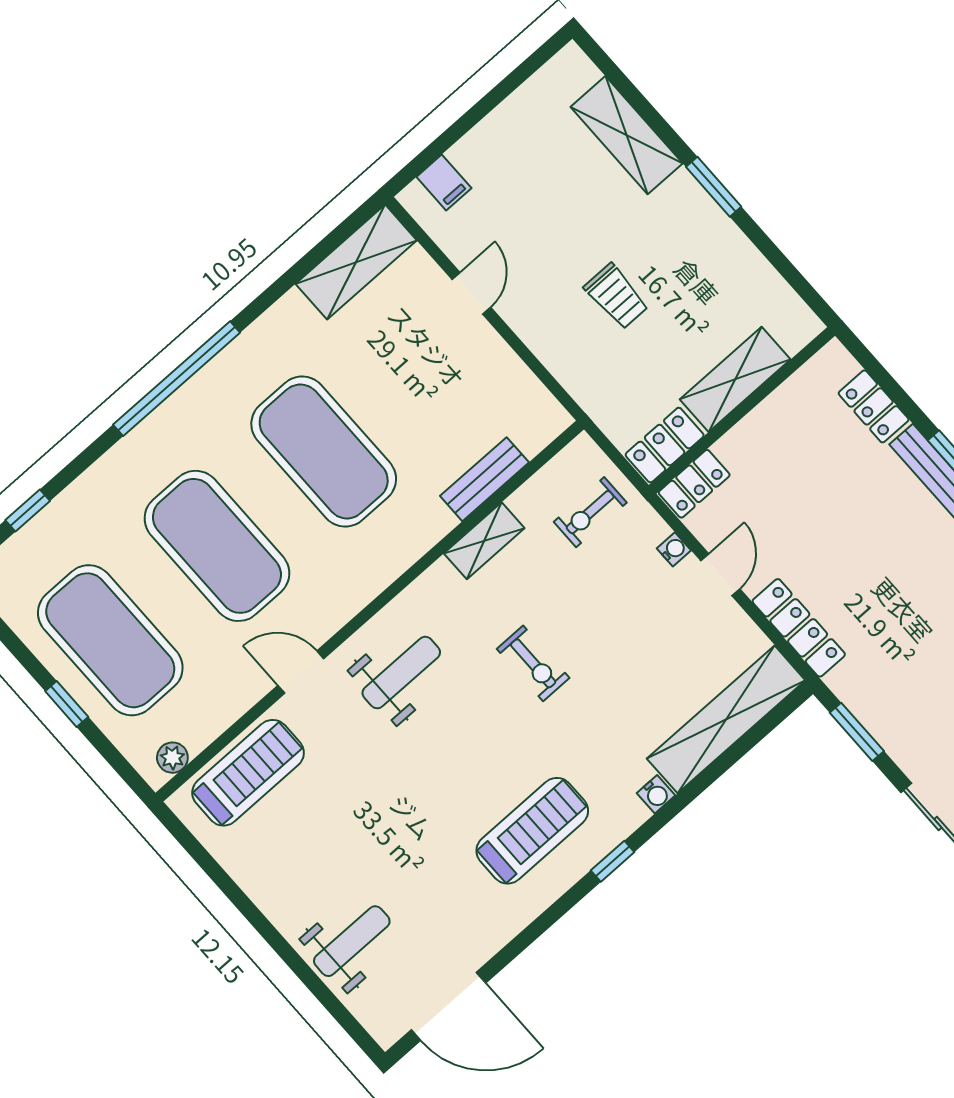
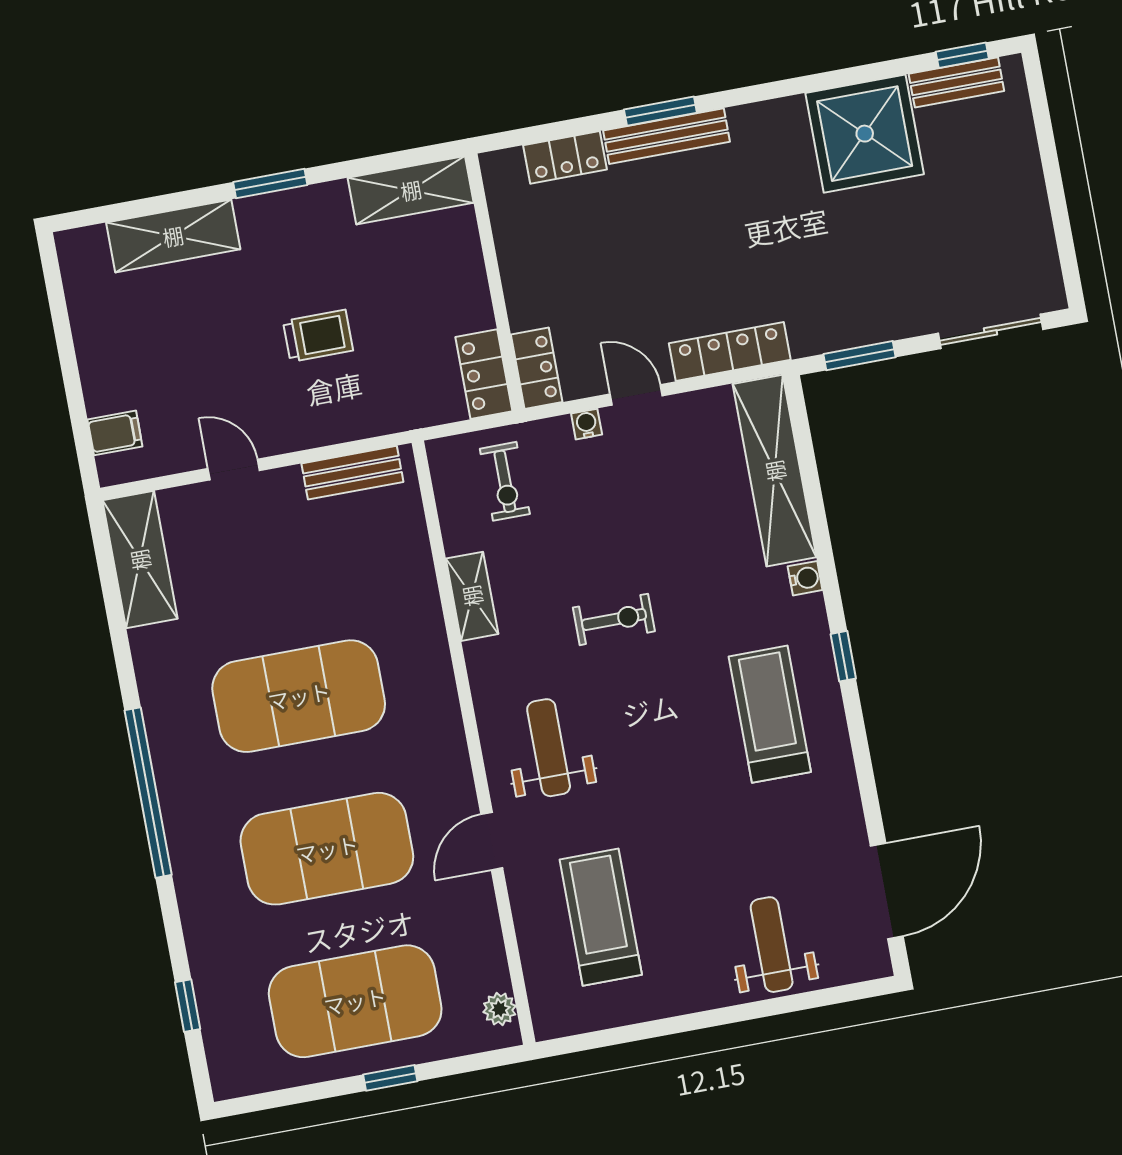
shelving: (735, 379) -> (411, 190), moved, turned 90
bench: (484, 479) -> (352, 473), moved, turned 90
treadmill: (248, 773) -> (601, 917), moved

